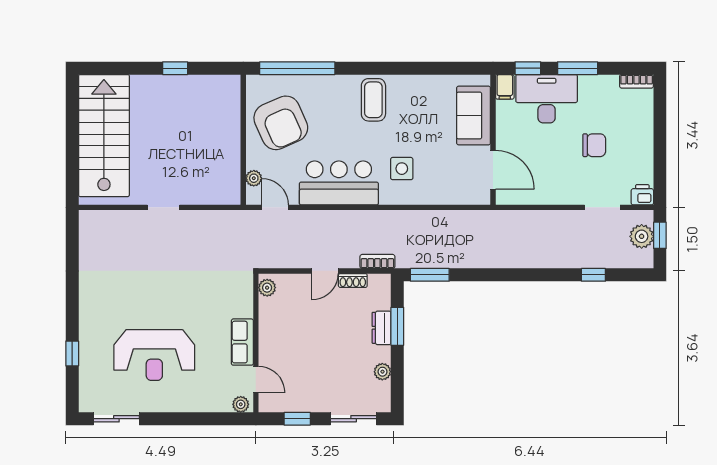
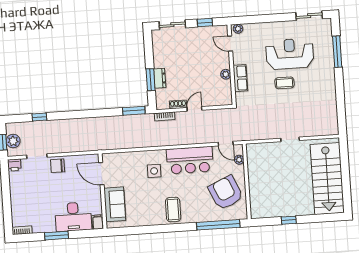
window: (528, 68) -> (85, 234), removed
chair: (594, 145) -> (58, 166), moved
plant: (267, 288) -> (226, 74), moved
coffee table: (167, 306) -> (284, 83), added
row of seats: (242, 342) -> (240, 78), moved
window: (72, 354) -> (337, 52), width x2.17
plant: (382, 372) -> (157, 53), removed

